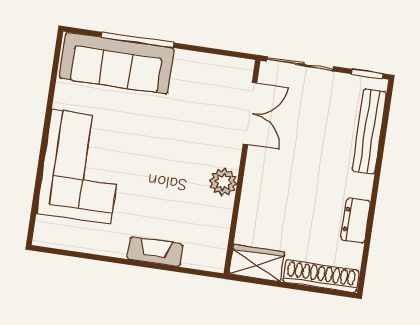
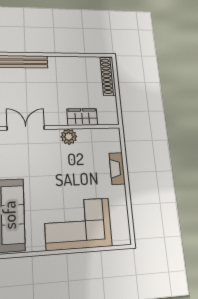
dresser: (356, 220) -> (74, 62), removed
wardrobe: (257, 263) -> (82, 117), moved, turned 90

